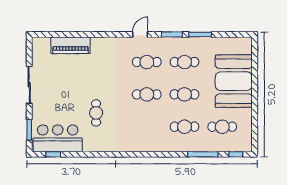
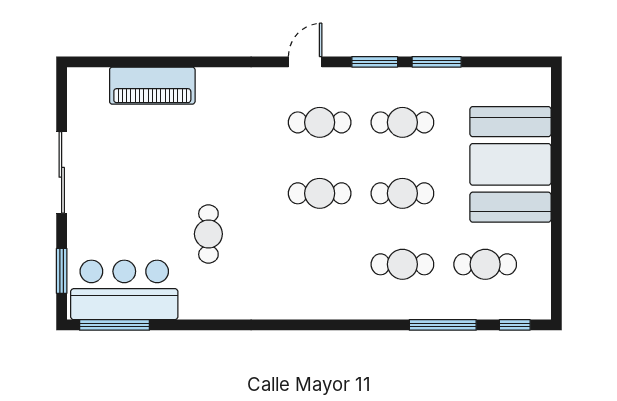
window: (53, 154) -> (114, 325), width x2.17

